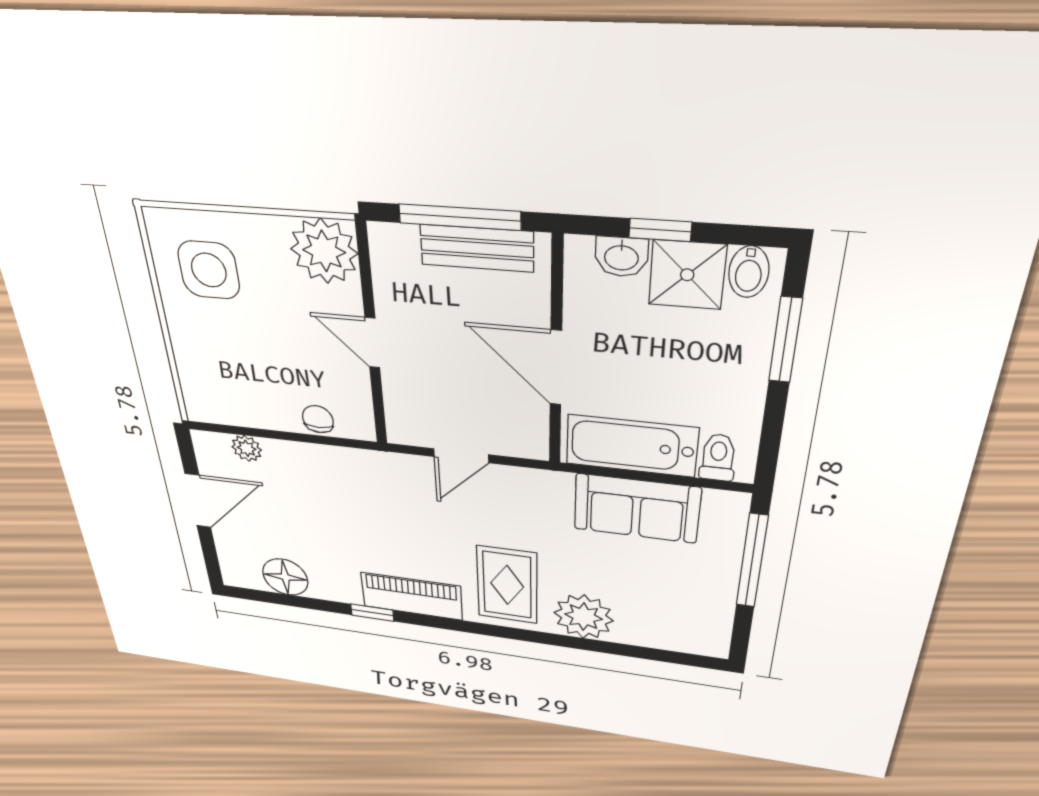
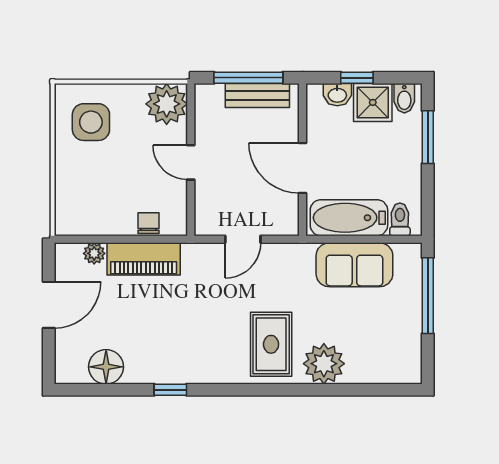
piano: (412, 596) -> (144, 259), moved, turned 180

